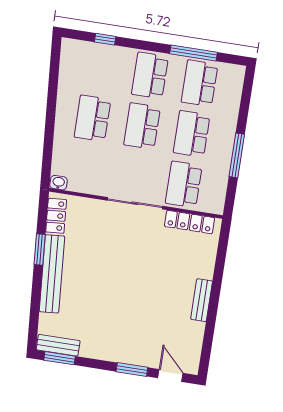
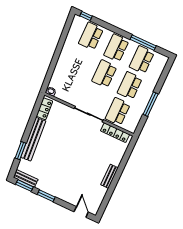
window: (105, 39) -> (86, 16), moved
school desk: (92, 118) -> (91, 36), moved
window: (40, 249) -> (21, 151), moved
window: (132, 370) -> (46, 196), moved

